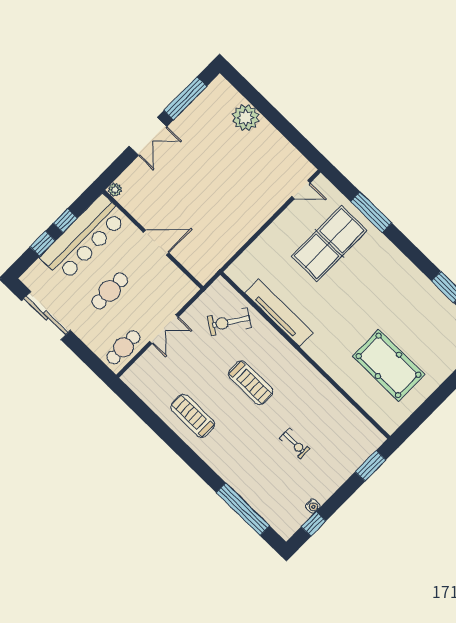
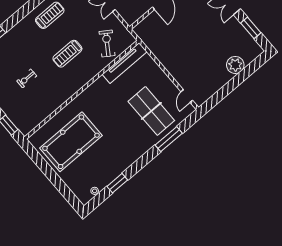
window: (185, 98) -> (251, 28), width x0.69
tv unit: (279, 313) -> (125, 63), moved
pool table: (388, 365) -> (71, 142), width x1.36, depth x1.32

